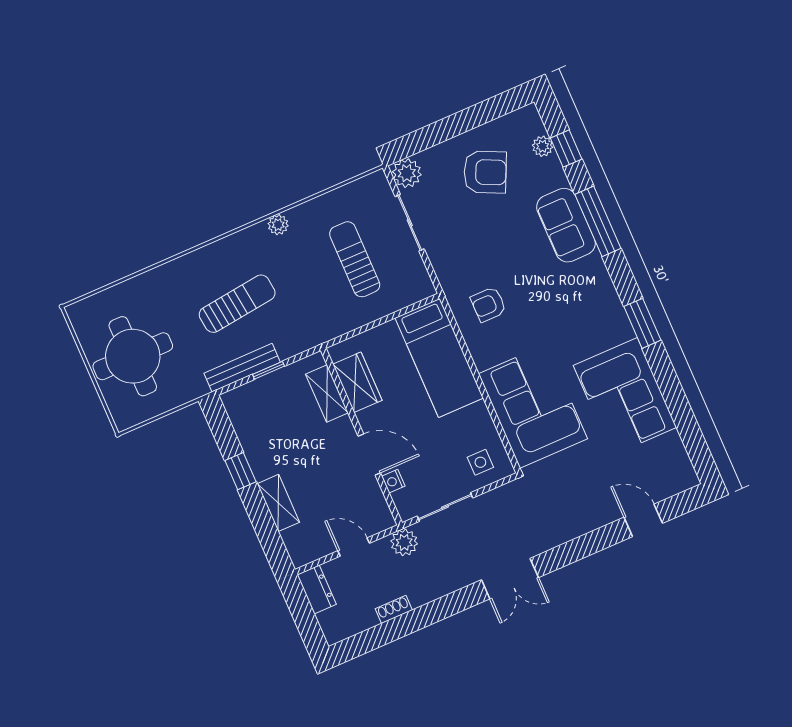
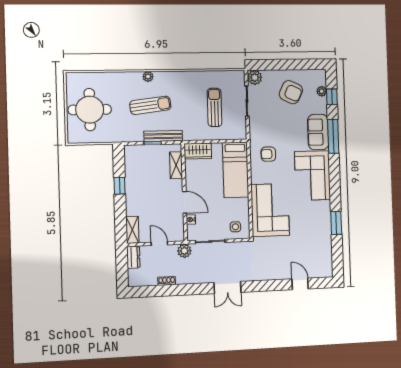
plant: (278, 225) -> (148, 77), moved
window: (642, 323) -> (336, 223), moved
bench: (242, 368) -> (163, 136), moved
wardrobe: (357, 382) -> (198, 151), moved, turned 90
corner sofa: (625, 396) -> (313, 176), moved
shelving: (278, 503) -> (132, 230), moved

